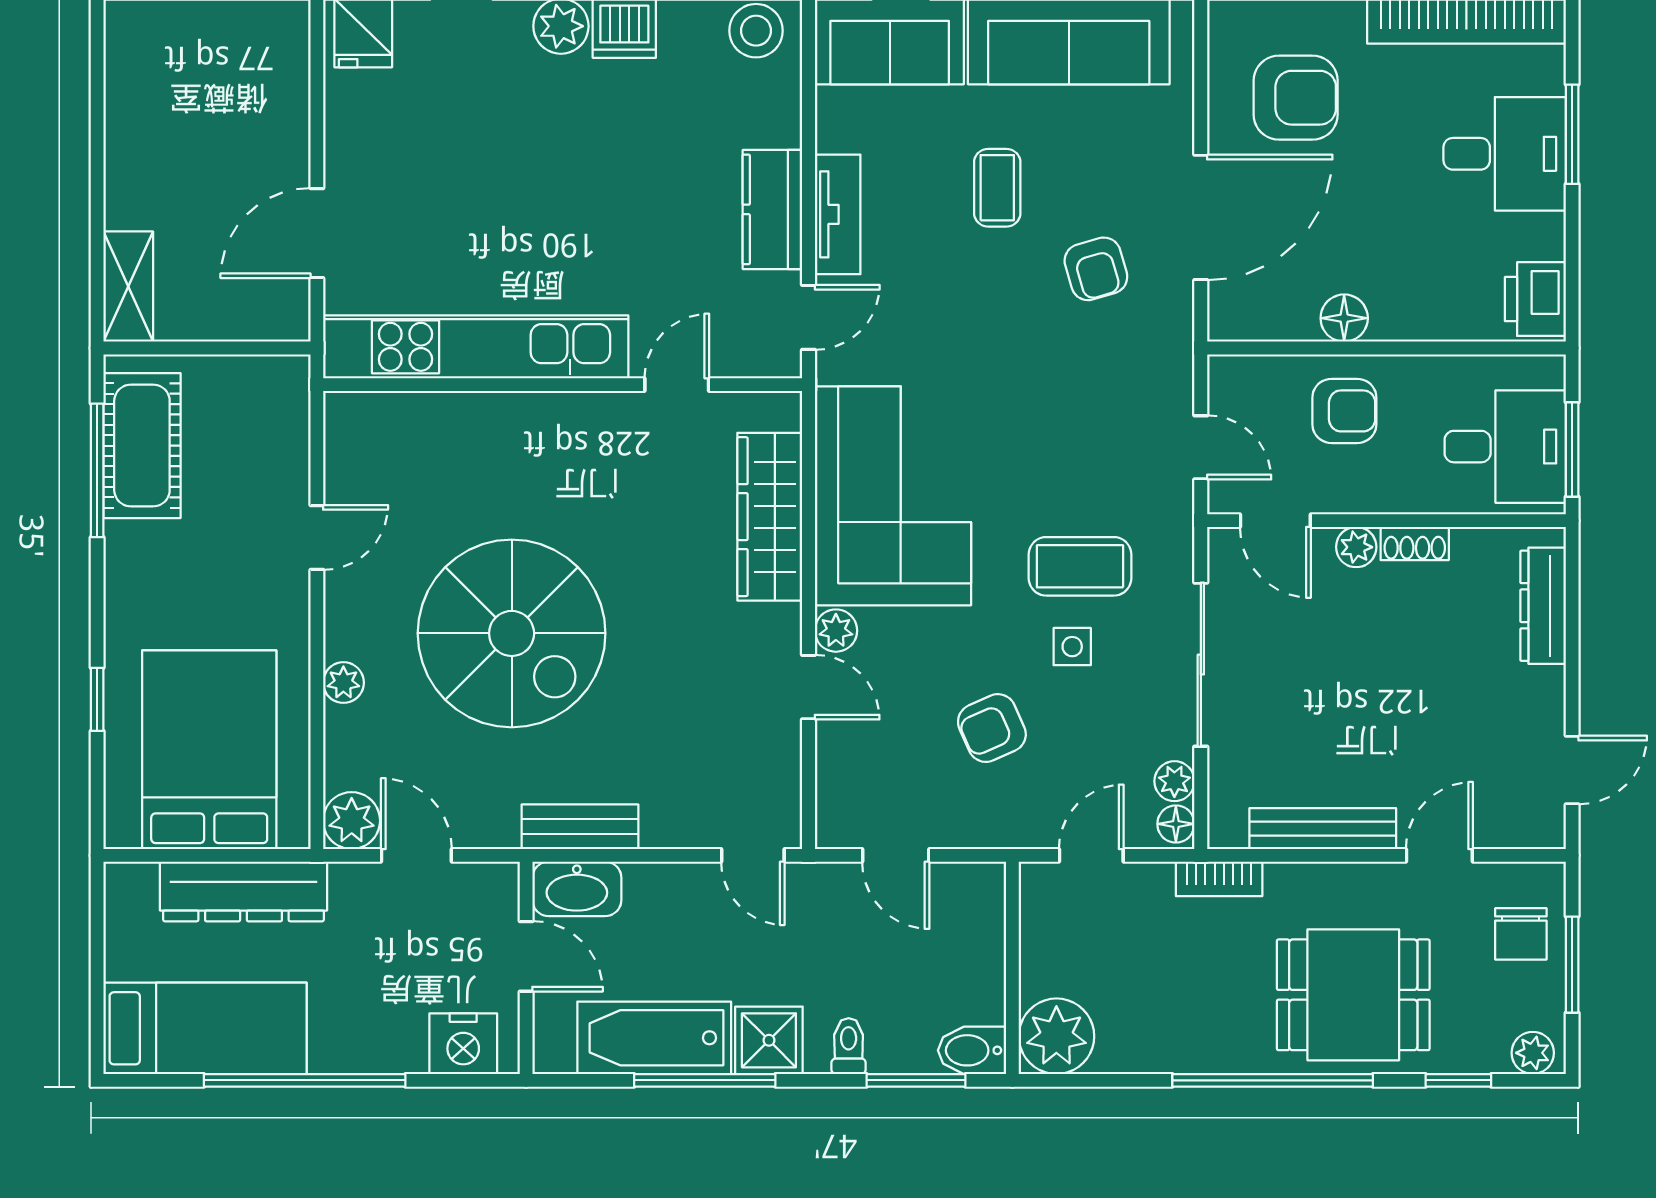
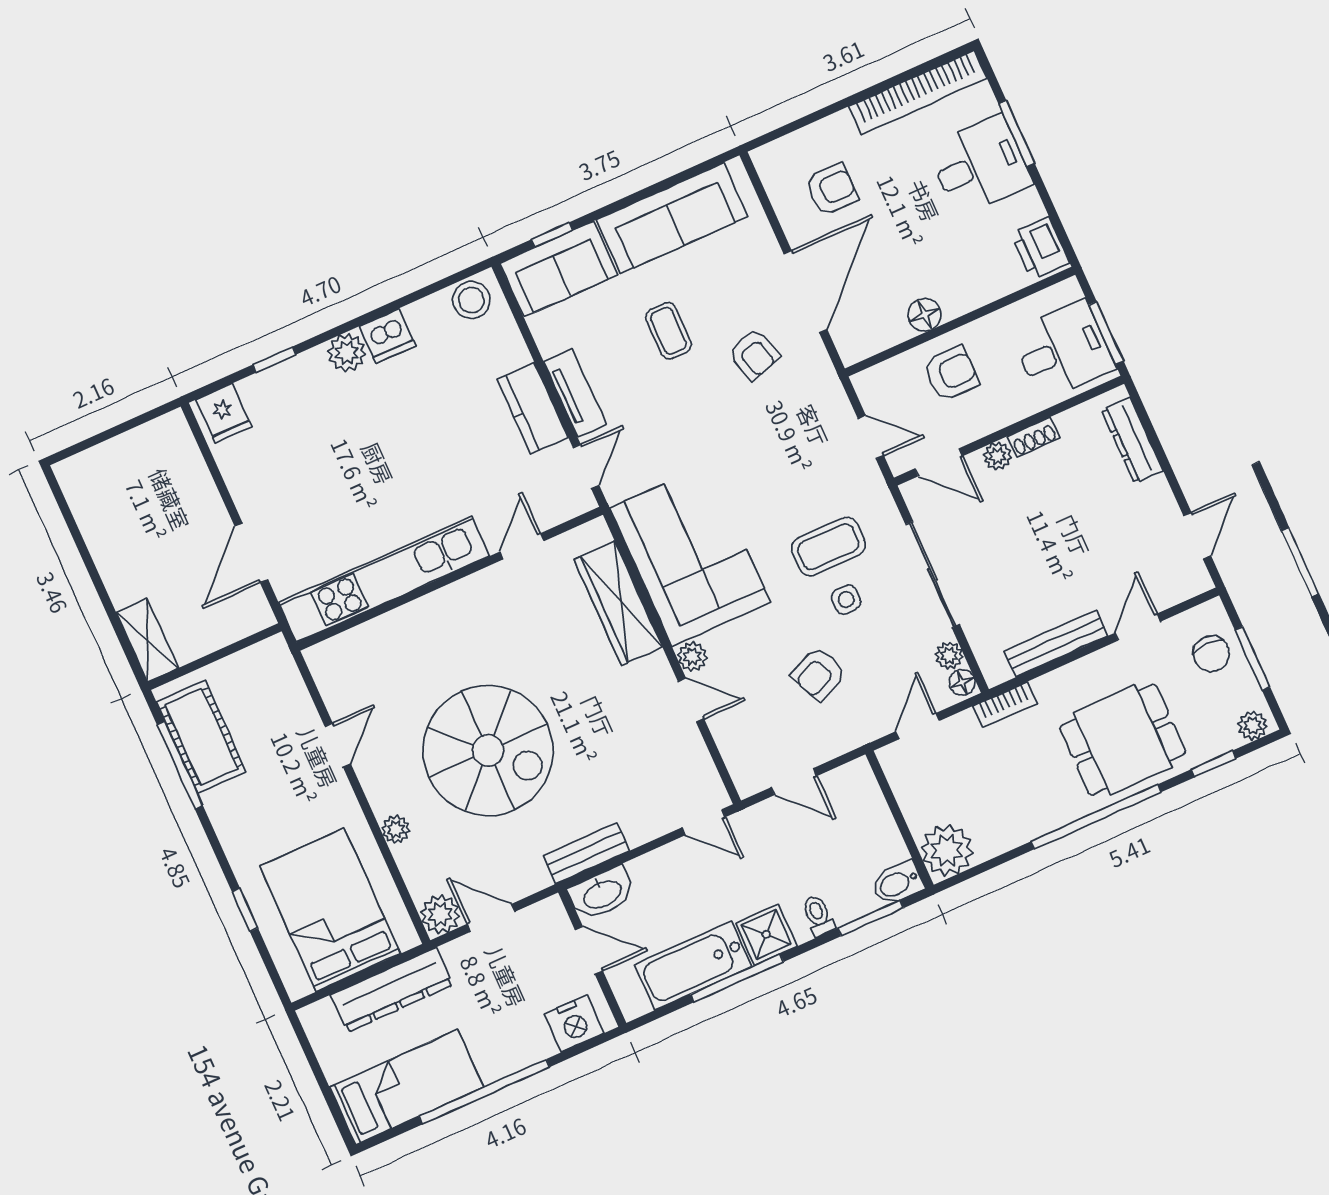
armchair: (1296, 98) -> (831, 189), width x0.72, depth x0.72

